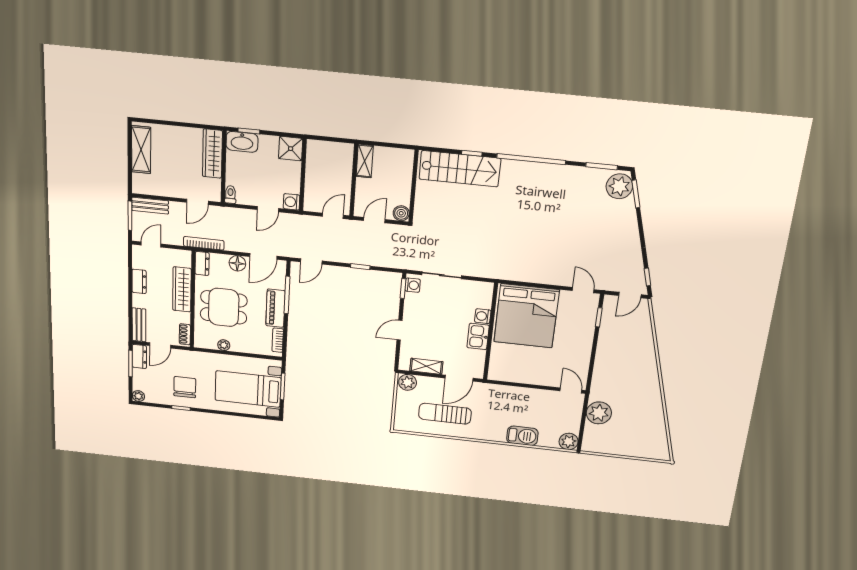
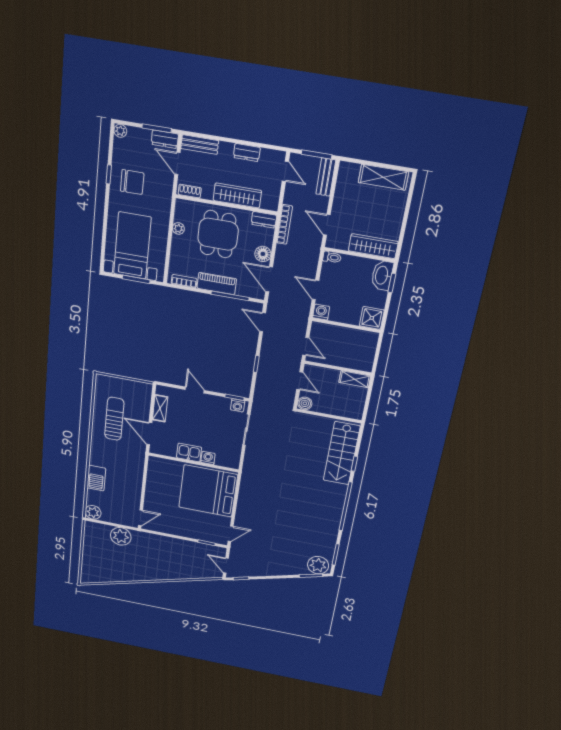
plant: (408, 382) -> (144, 391), removed

